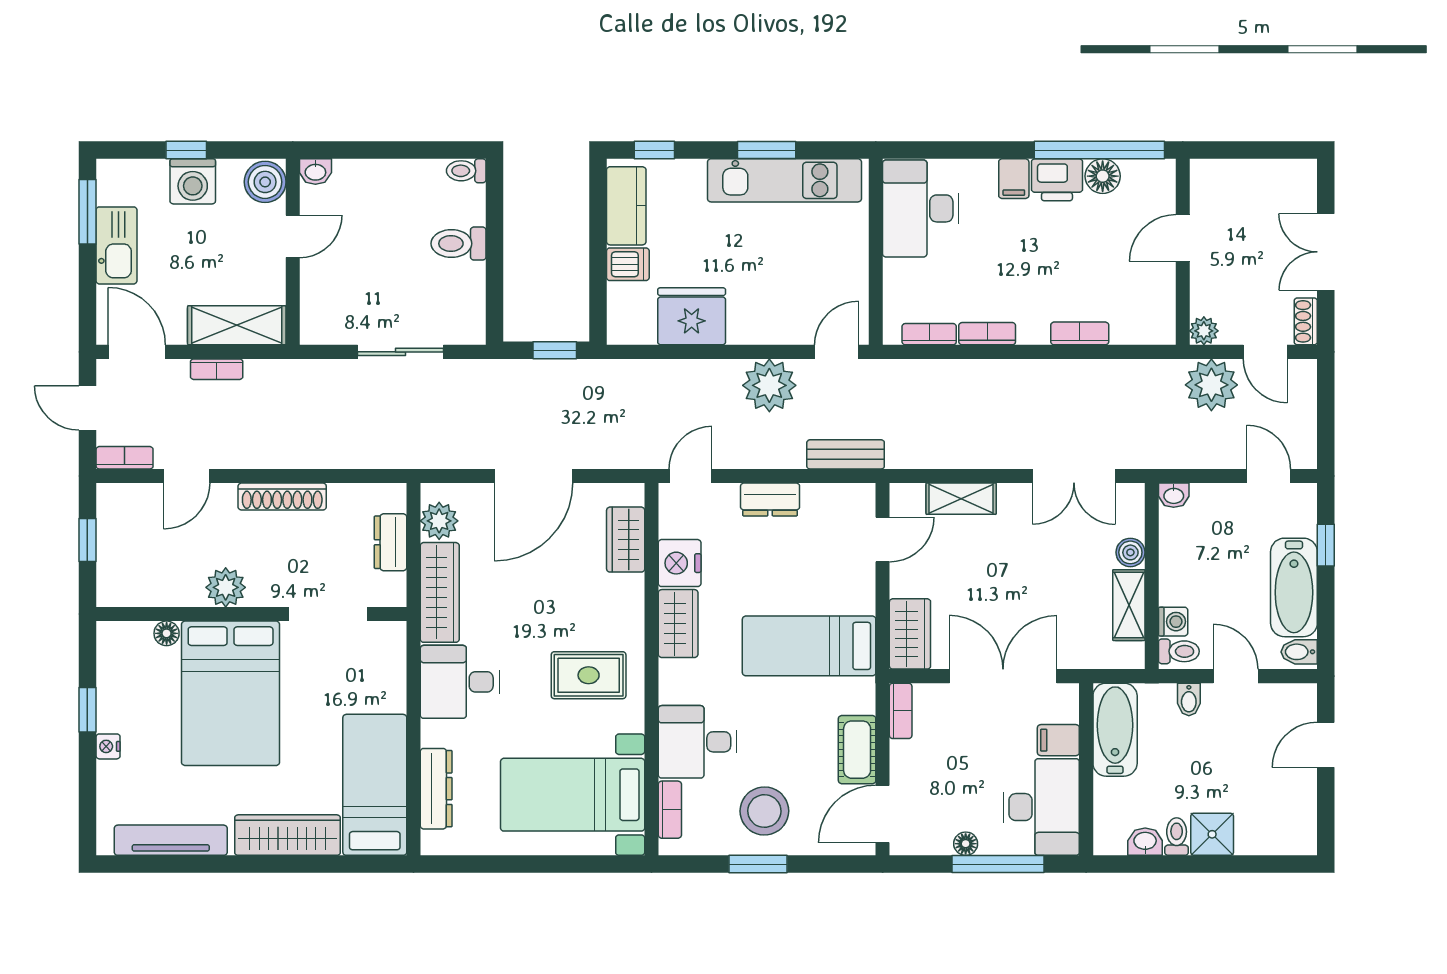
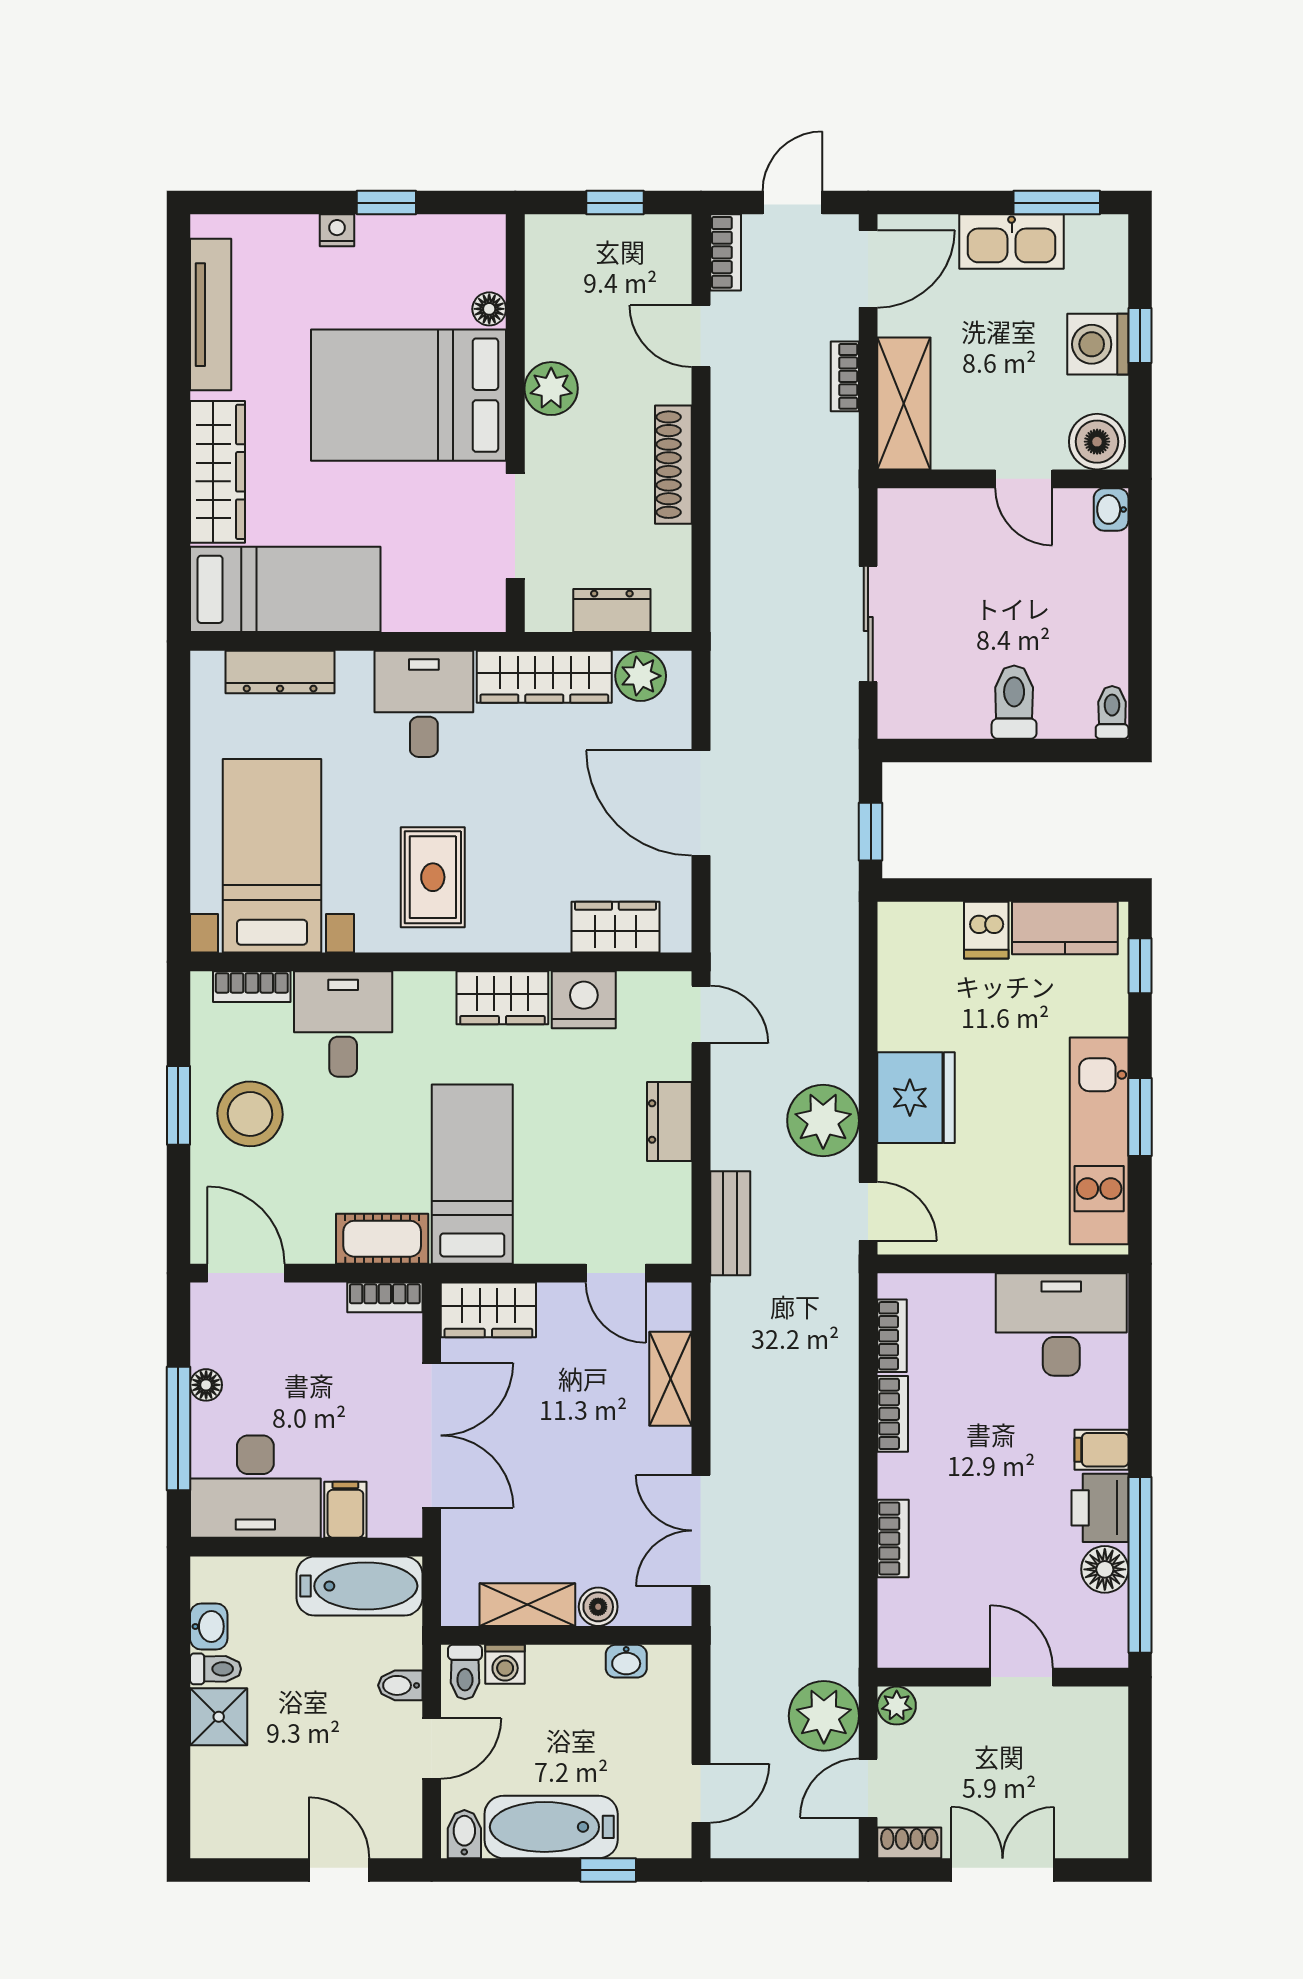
fridge: (692, 316) -> (916, 1098), moved
washbasin: (1174, 495) -> (626, 1661), moved, turned -90
cot: (857, 750) -> (382, 1239), moved

